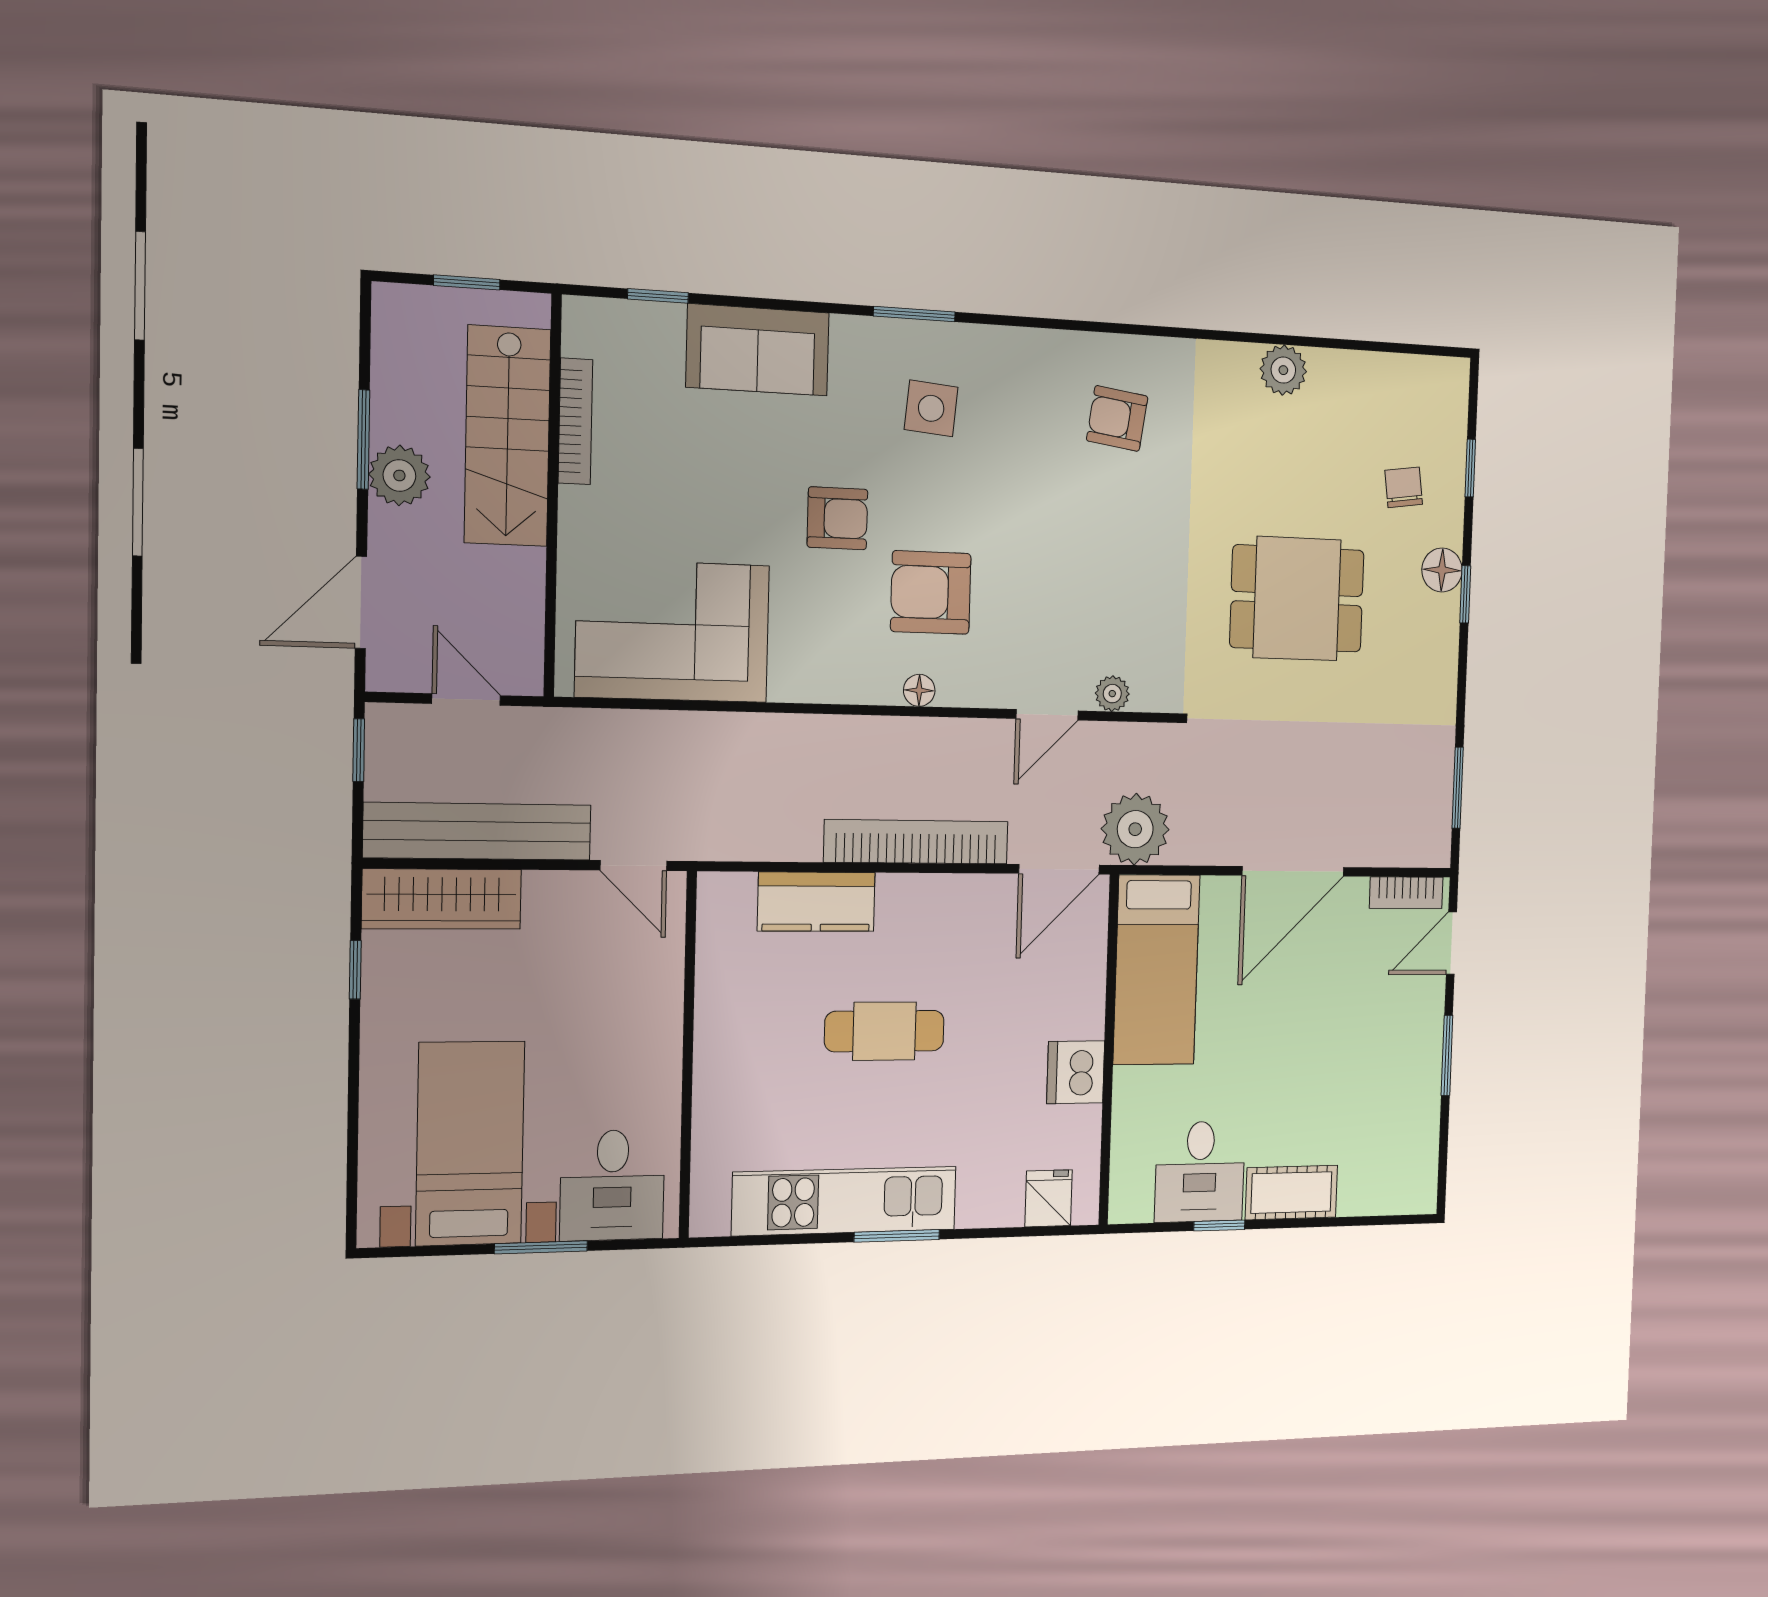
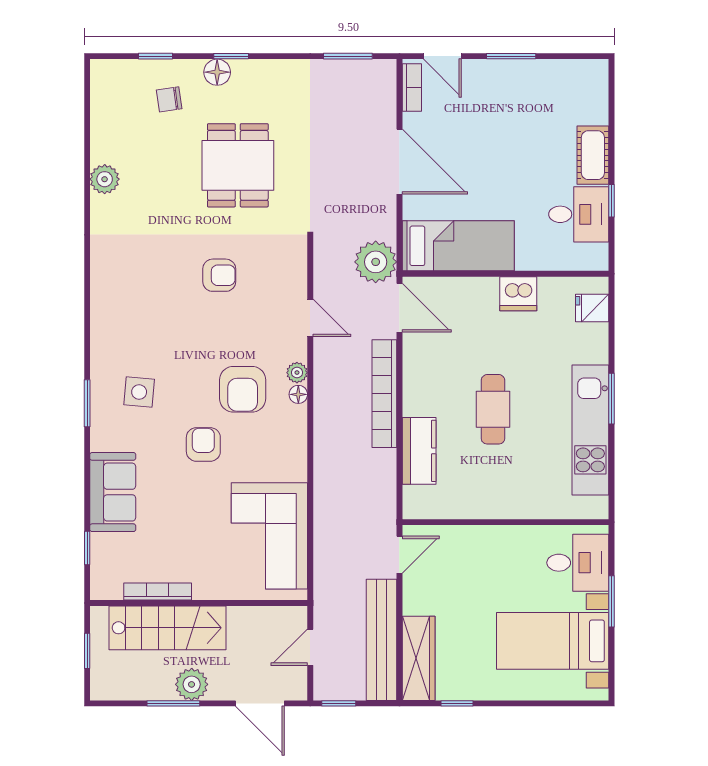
armchair: (1117, 418) -> (219, 275), moved, turned -98
plant: (1112, 694) -> (297, 373), moved

